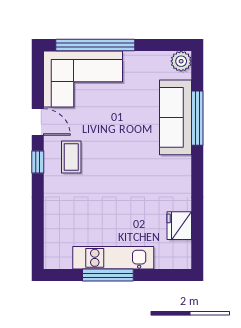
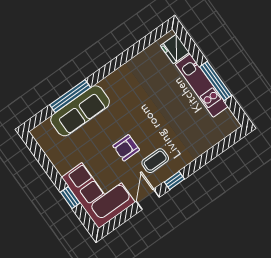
window: (95, 45) -> (70, 198), width x0.32
plant: (181, 61) -> (40, 134), removed
armchair: (105, 137) -> (126, 148), added
fridge: (179, 226) -> (175, 49), moved, turned 90

